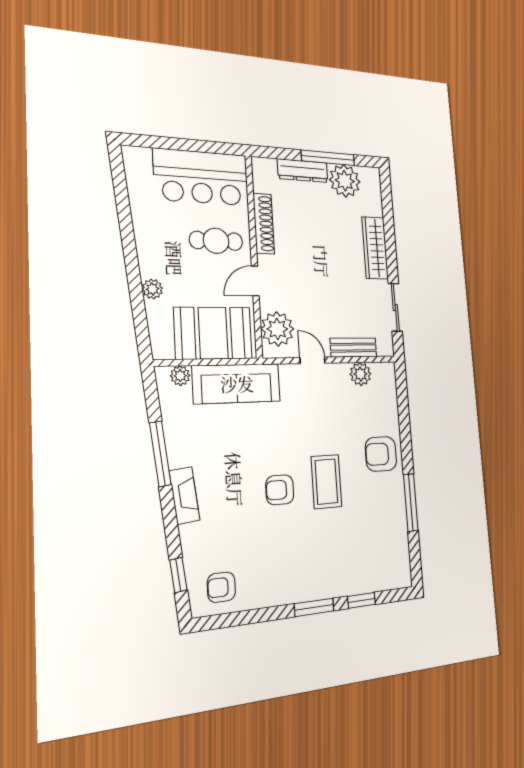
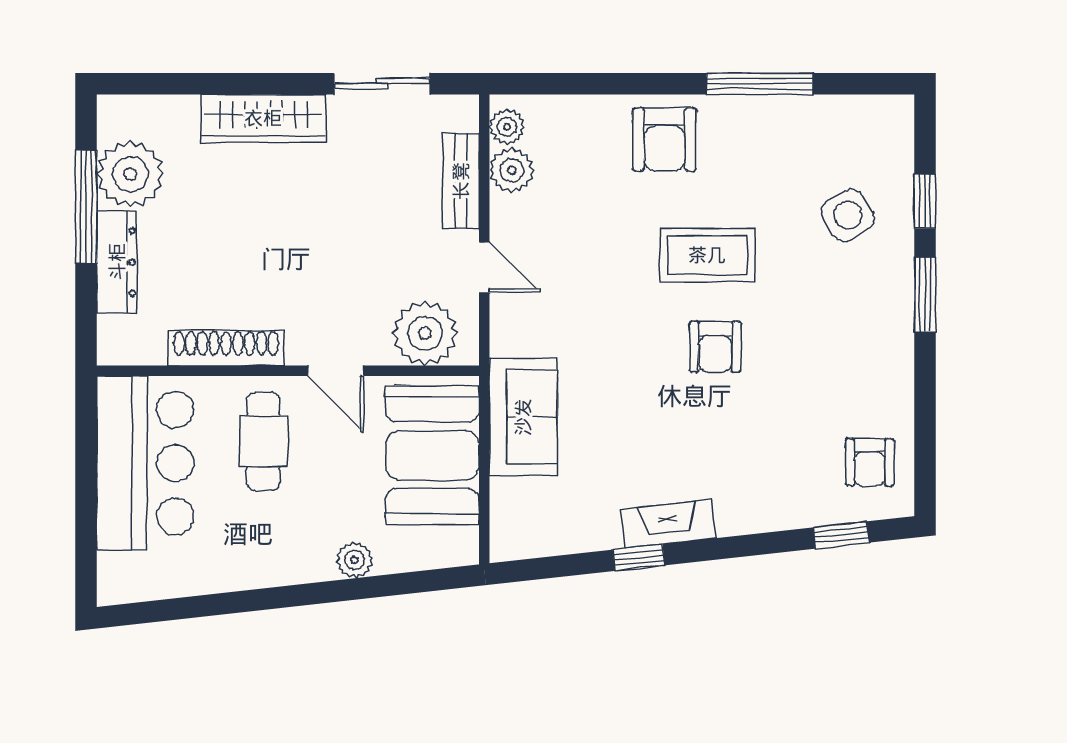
door: (313, 360) -> (484, 267), swing flipped
plant: (180, 376) -> (507, 127), moved
sofa: (237, 384) -> (523, 417), width x0.73
window: (160, 454) -> (639, 558), width x0.46
fireplace: (185, 495) -> (668, 524), moved
side table: (352, 558) -> (848, 215), added

